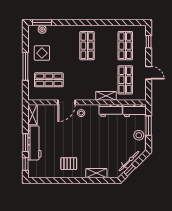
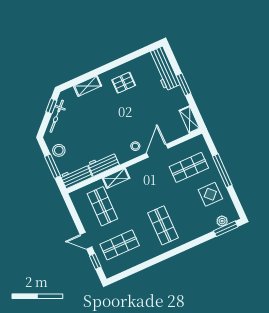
shop shelf: (125, 46) -> (120, 245), turned 90
door: (149, 73) -> (86, 241), moved
workbench: (34, 143) -> (164, 68), moved
window: (25, 164) -> (173, 60), removed

